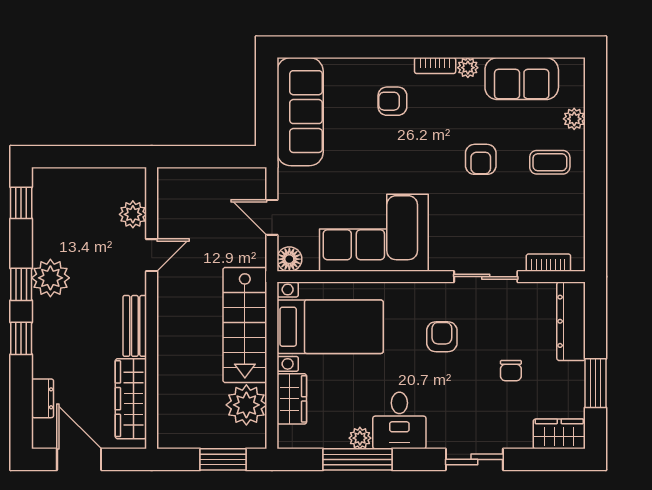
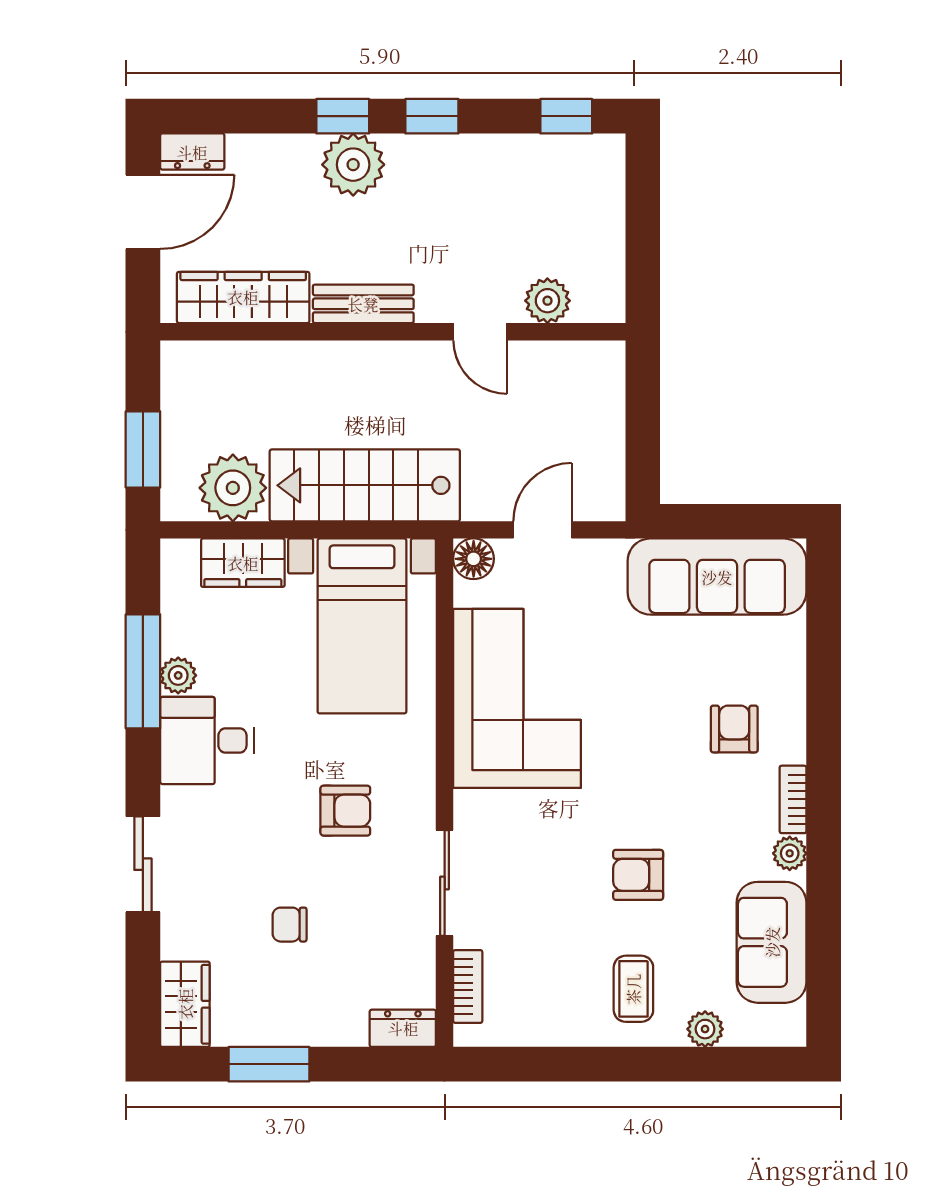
plant: (50, 278) -> (353, 165), moved
dresser: (571, 321) -> (403, 1028), width x0.51, depth x0.80
dresser: (43, 398) -> (192, 152), moved

